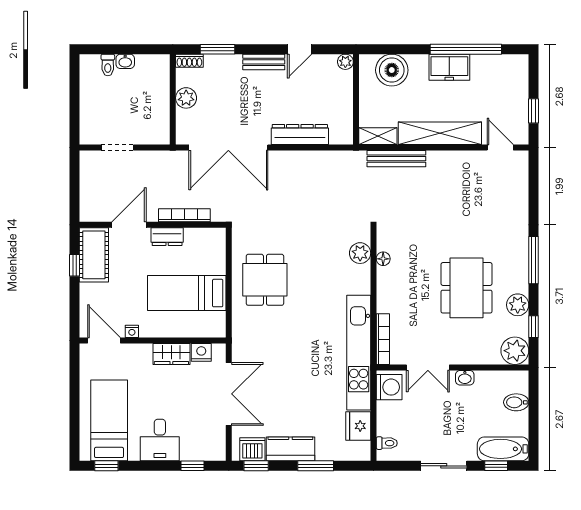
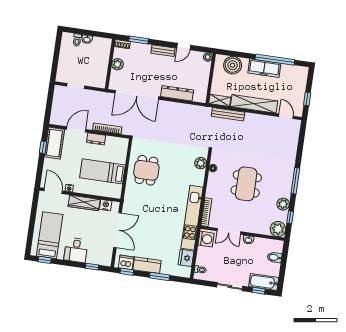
freezer: (449, 67) -> (264, 68), width x1.40
dining table: (467, 288) -> (246, 184), moved
wardrobe: (171, 354) -> (84, 203), width x1.50

